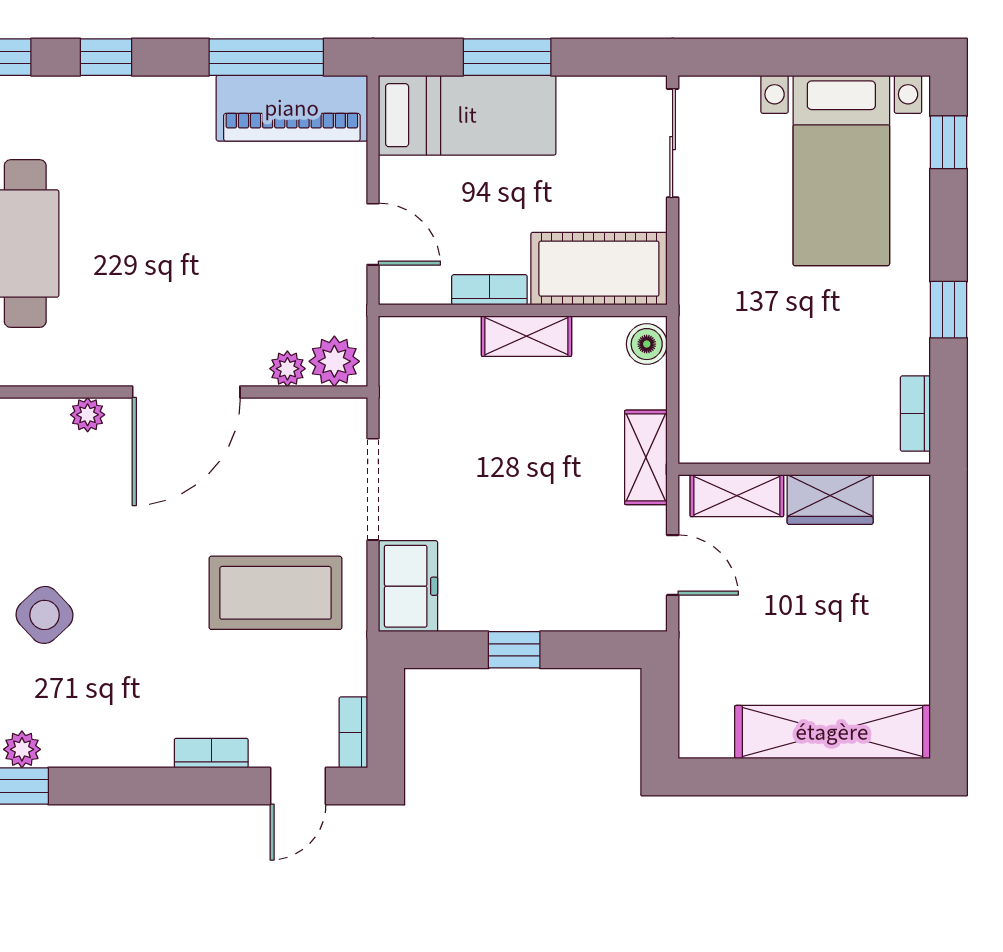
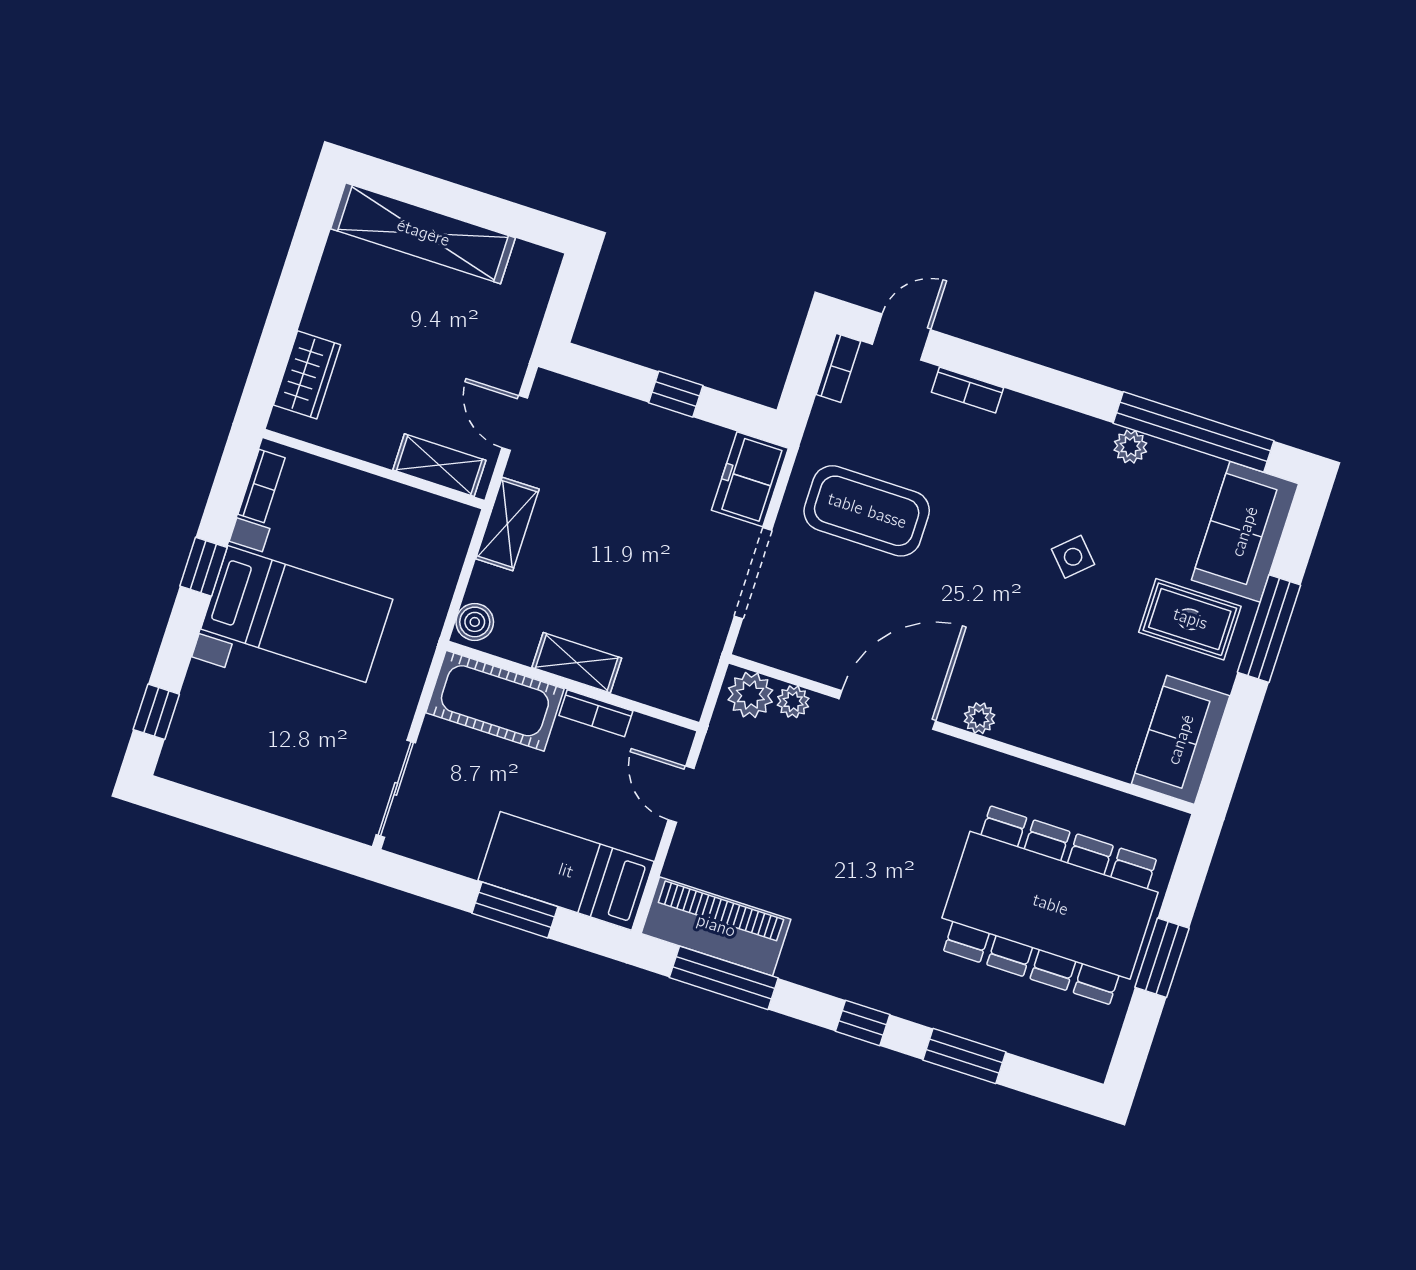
bed with nightstands: (841, 170) -> (297, 614), moved, turned 90
wardrobe: (830, 500) -> (307, 375), moved, turned 90
side table: (45, 615) -> (1073, 557), width x0.73, depth x0.73

